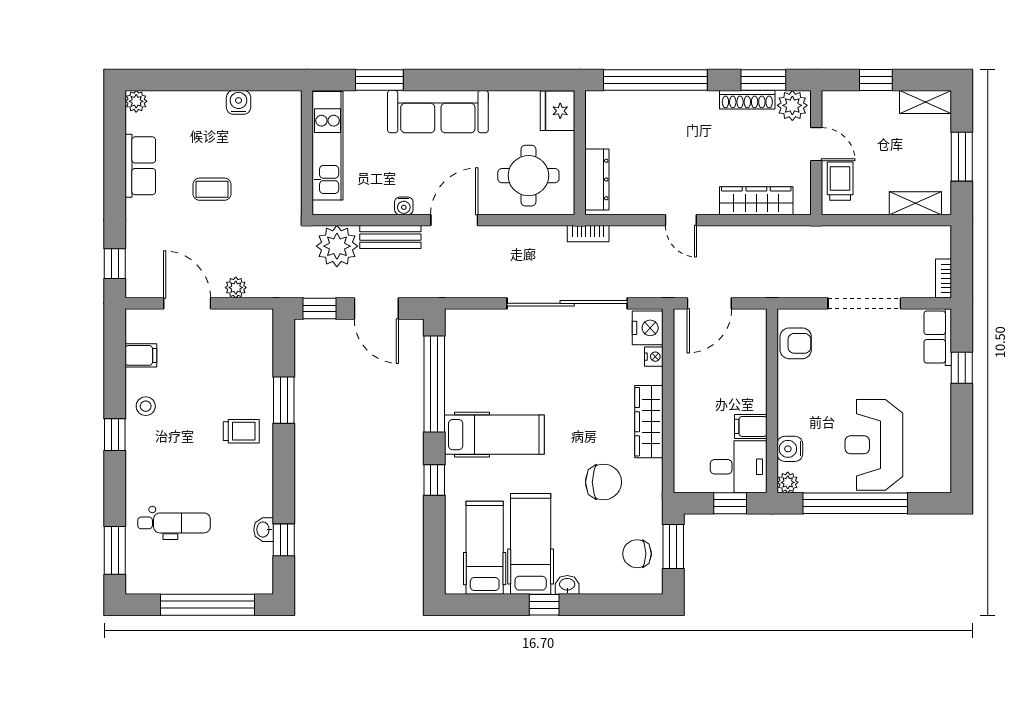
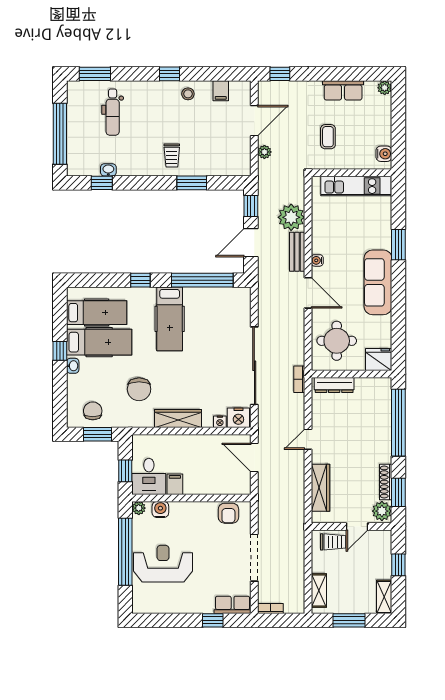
kitchen unit: (328, 146) -> (356, 186), moved
wall: (307, 153) -> (352, 173), moved

